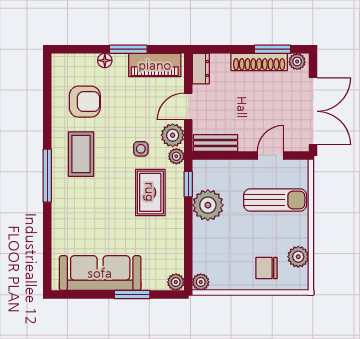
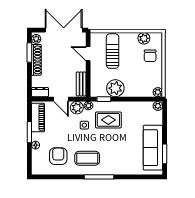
window: (132, 295) -> (165, 154), moved

